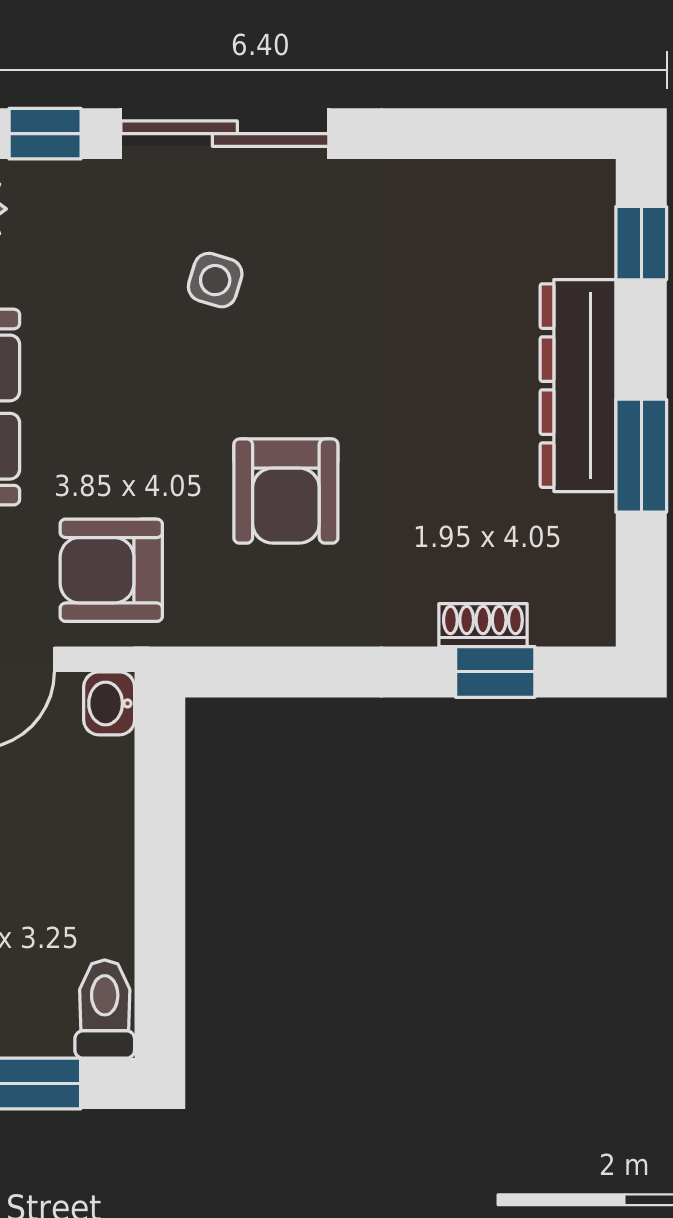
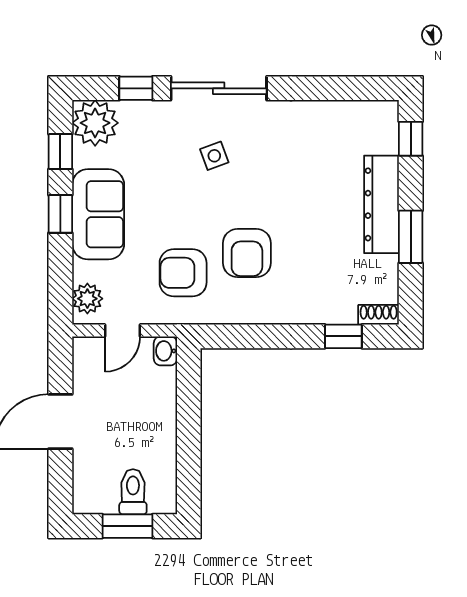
side table: (215, 280) -> (214, 156), turned -37
armchair: (111, 570) -> (183, 273), moved
shoe rack: (483, 625) -> (379, 315), moved
toilet: (105, 1009) -> (133, 492), moved

